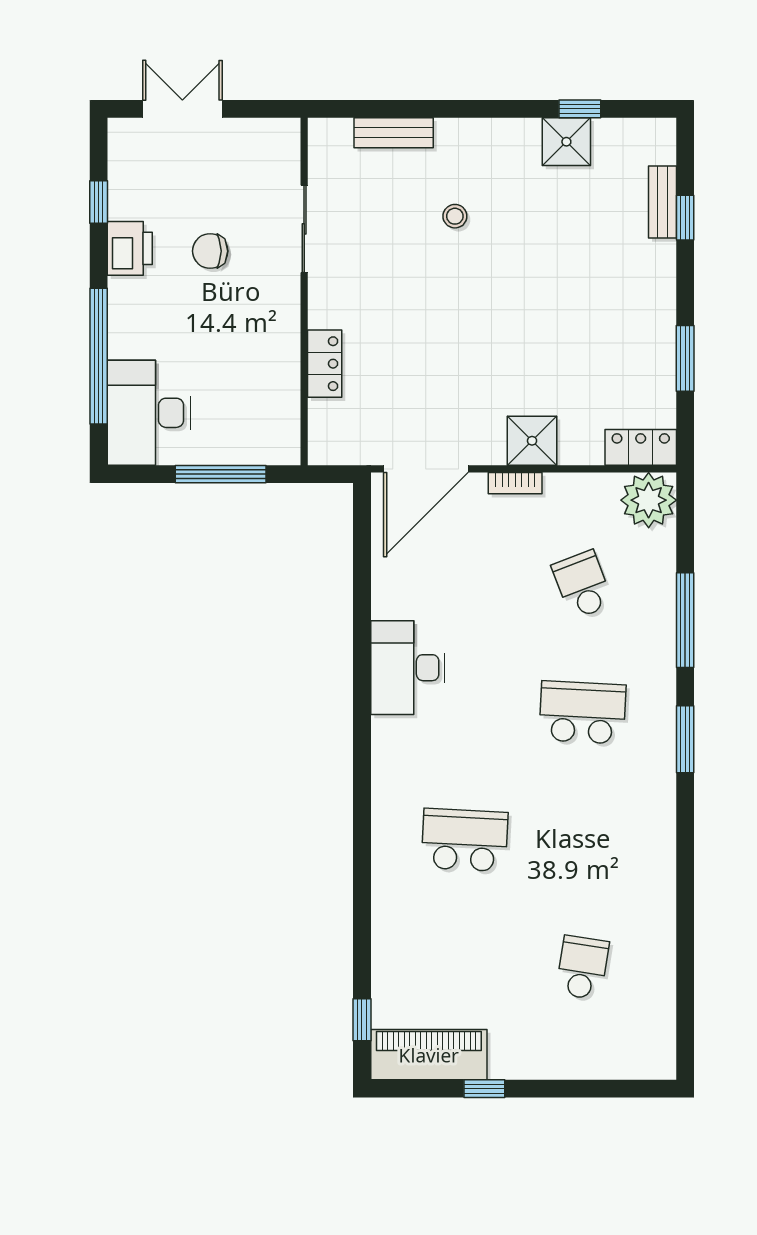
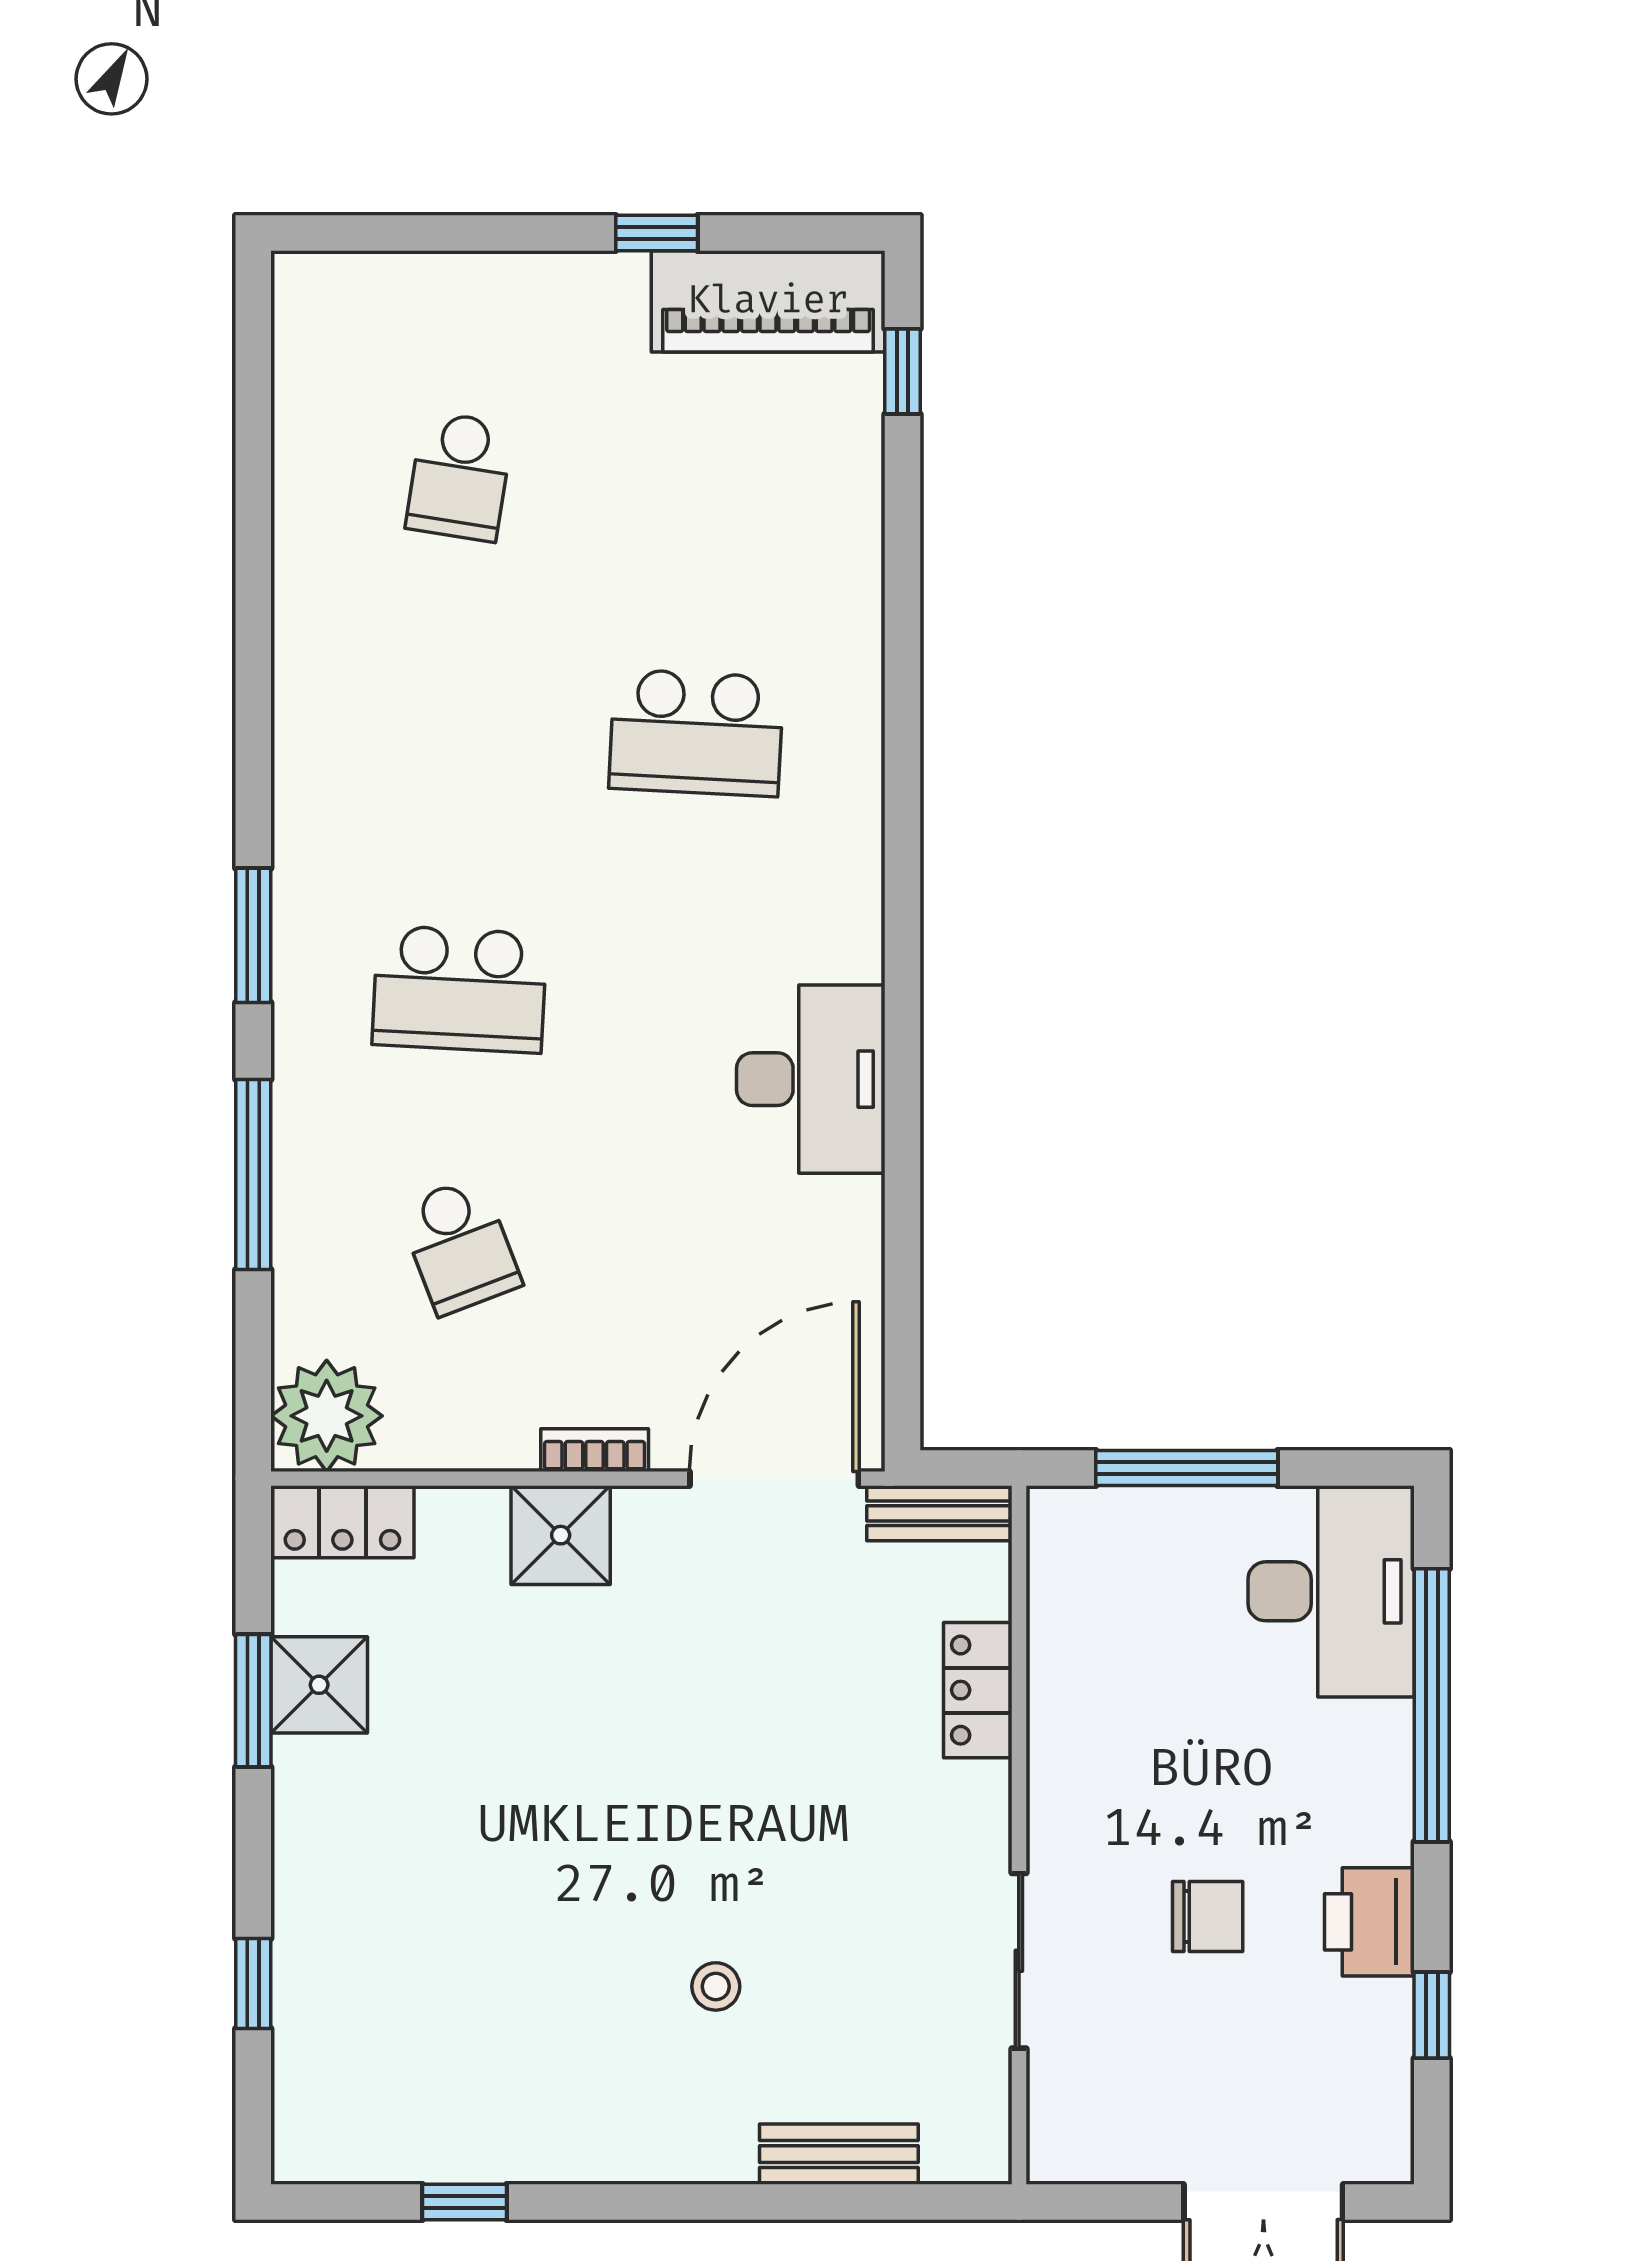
shower: (566, 142) -> (319, 1685), moved
bench: (662, 202) -> (939, 1513), moved, turned 90

